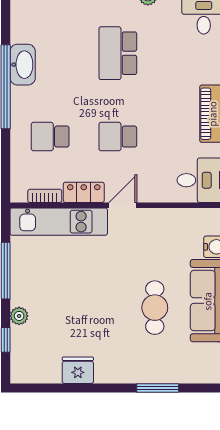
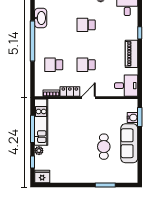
school desk: (118, 53) -> (86, 25), width x0.54
washbasin: (23, 65) -> (41, 18), moved
kitchen unit: (59, 222) -> (41, 122), moved, turned -90
fridge: (78, 370) -> (42, 177), moved

